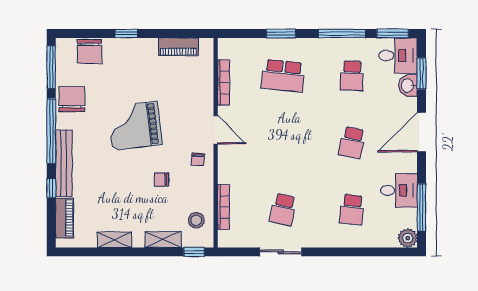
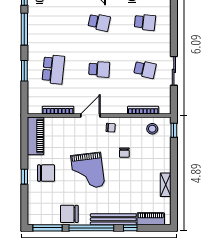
piano: (178, 47) -> (36, 136), width x1.37, depth x1.33
chair: (90, 52) -> (46, 173), moved
school desk: (352, 76) -> (99, 69), moved
shelving: (163, 239) -> (165, 151), removed

